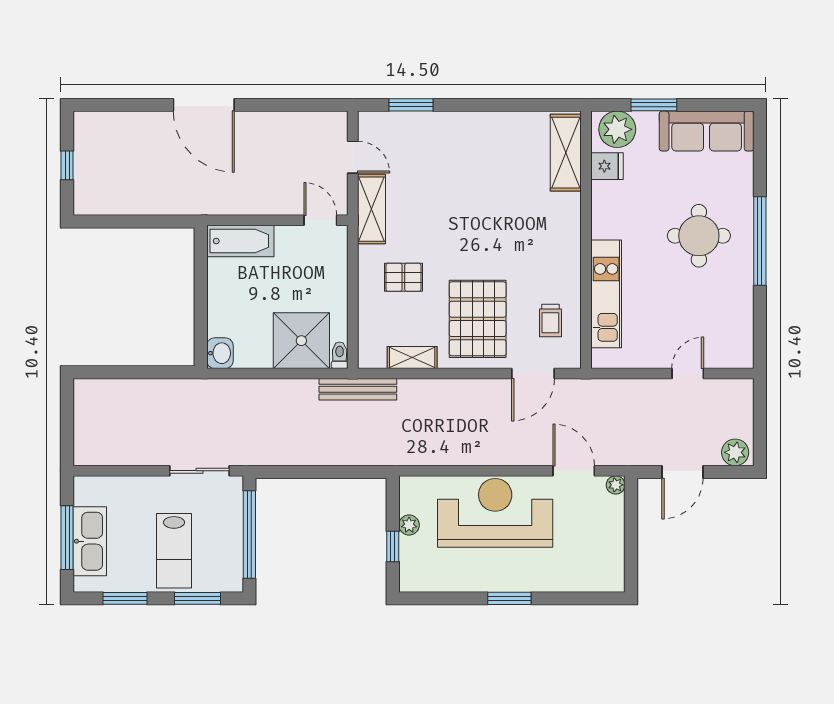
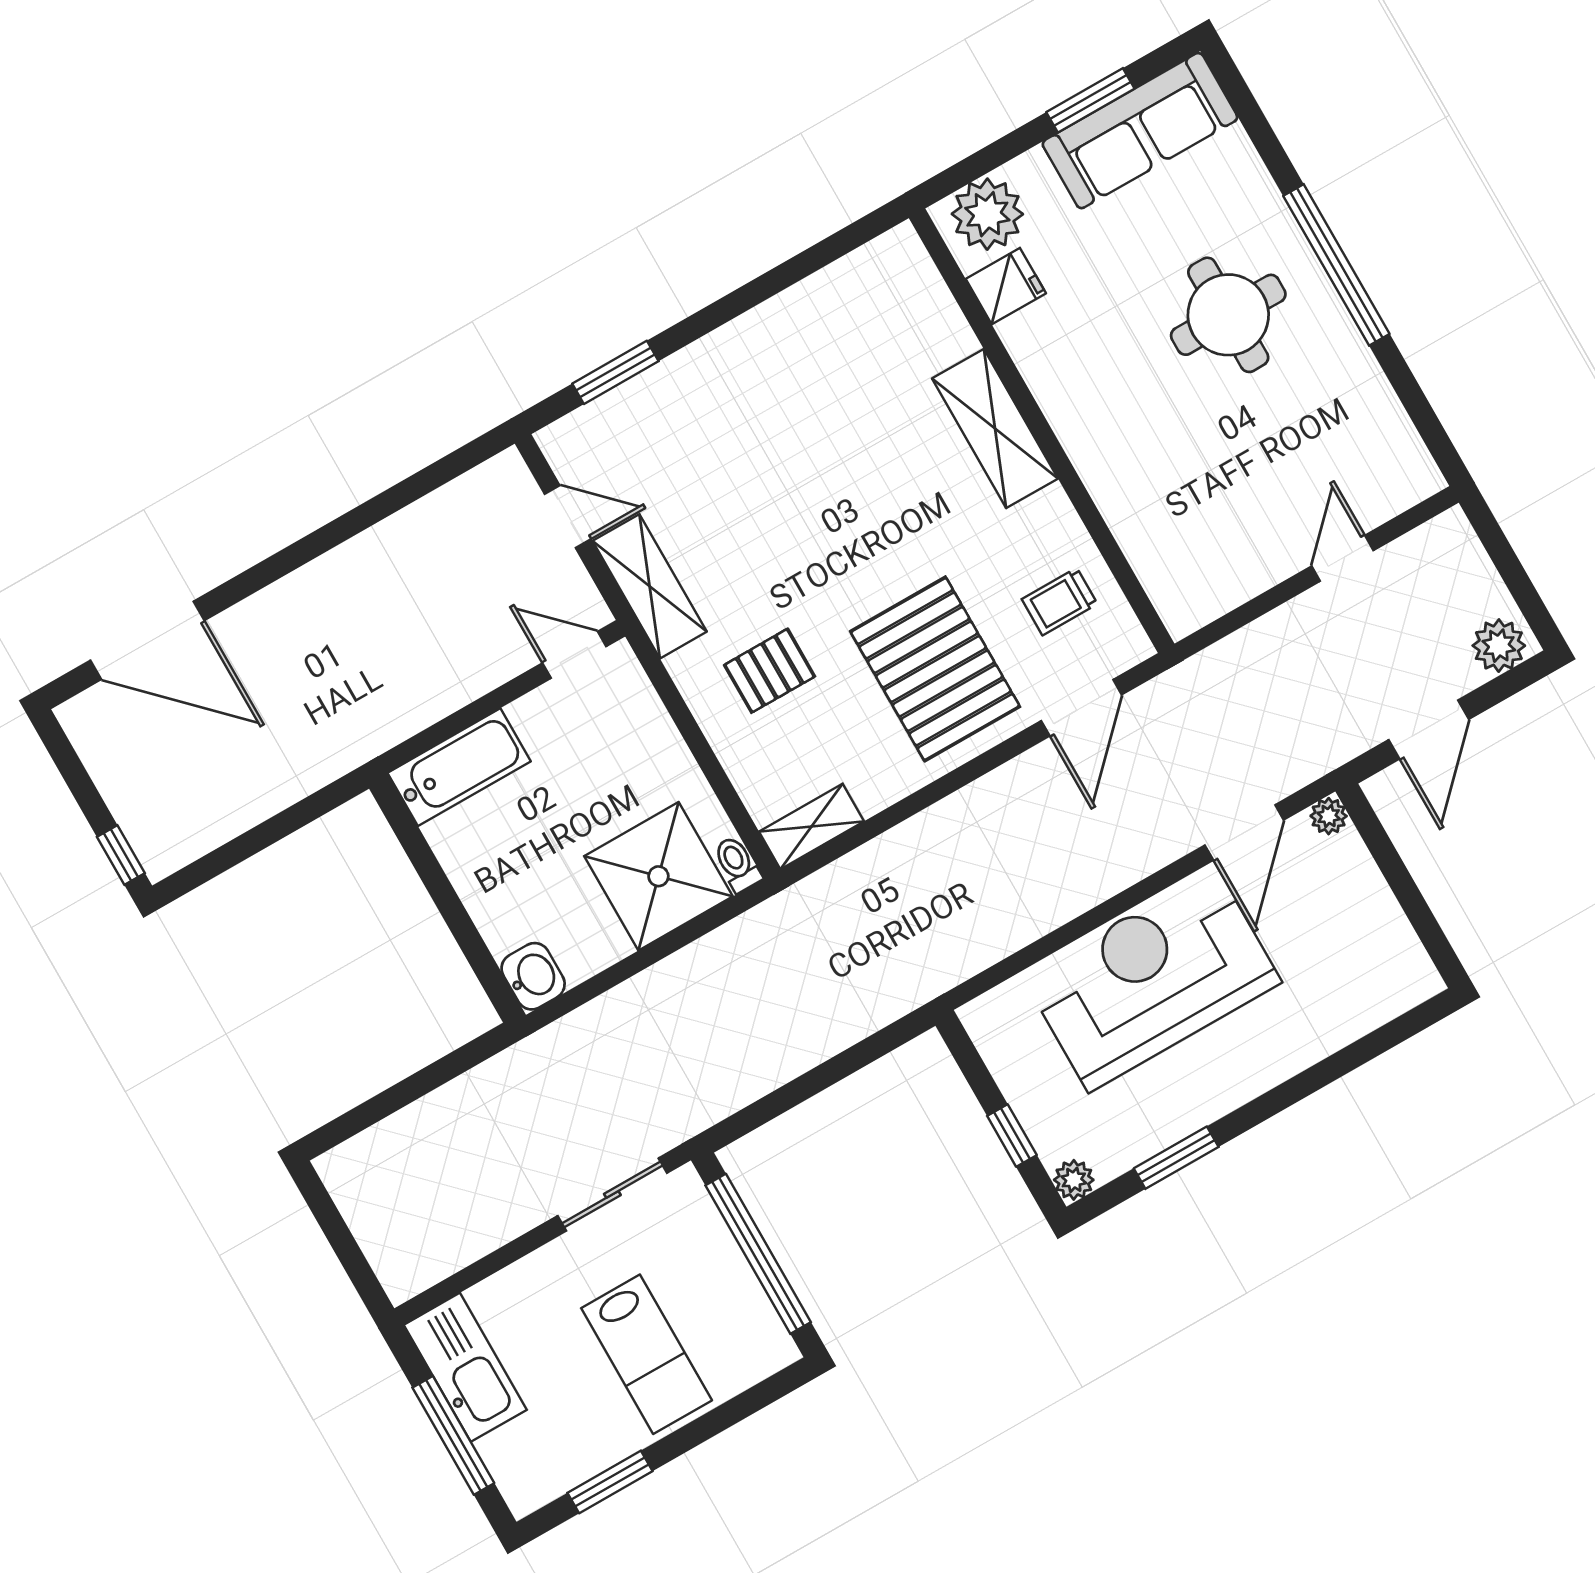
door: (204, 105) -> (147, 640), moved
window: (654, 105) -> (1090, 100), moved
shelving: (566, 153) -> (995, 429), moved
window: (67, 165) -> (121, 855), moved
kitchen unit: (606, 294) -> (1128, 503), removed
trolley: (550, 321) -> (1060, 602), turned 90
shelving: (412, 357) -> (812, 826), moved
bench: (358, 389) -> (801, 904), removed
door: (574, 471) -> (1244, 833), swing flipped
plant: (409, 525) -> (1074, 1180), moved
kitchen sink: (90, 541) -> (465, 1367), moved
window: (197, 598) -> (732, 1412), removed
window: (509, 598) -> (1176, 1158), moved

